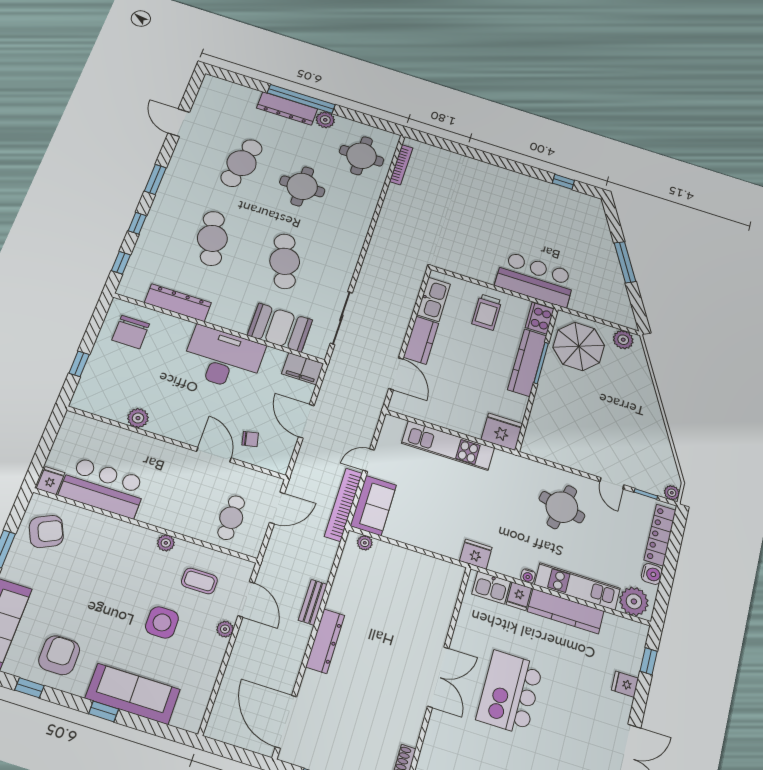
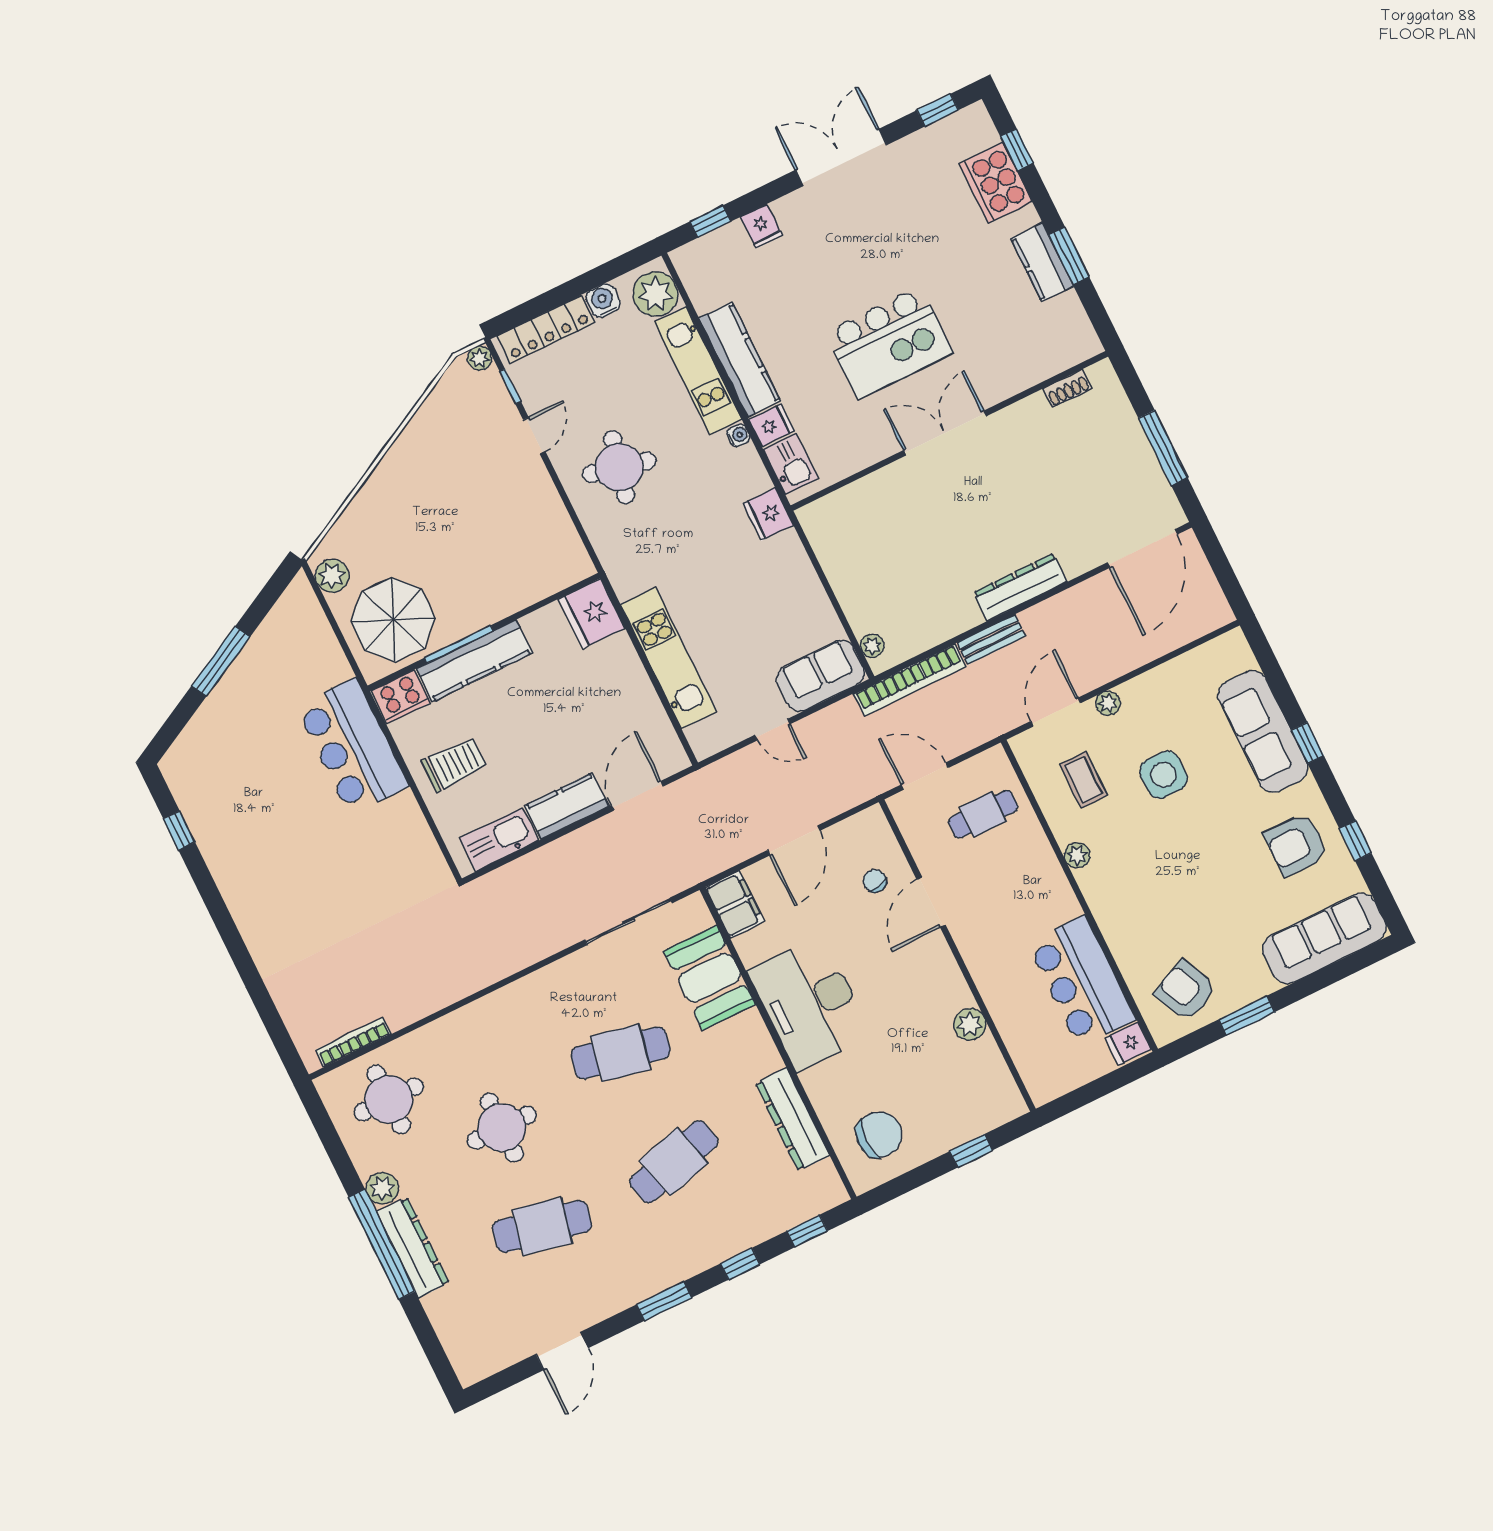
cafe table: (285, 261) -> (621, 1053), turned 30
bookcase: (343, 505) -> (910, 680), moved

